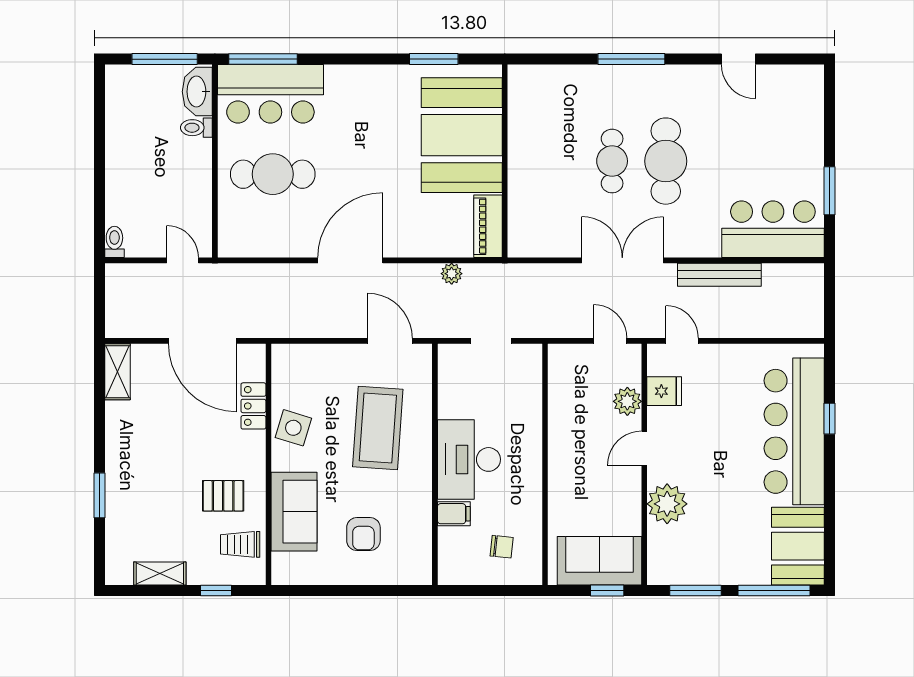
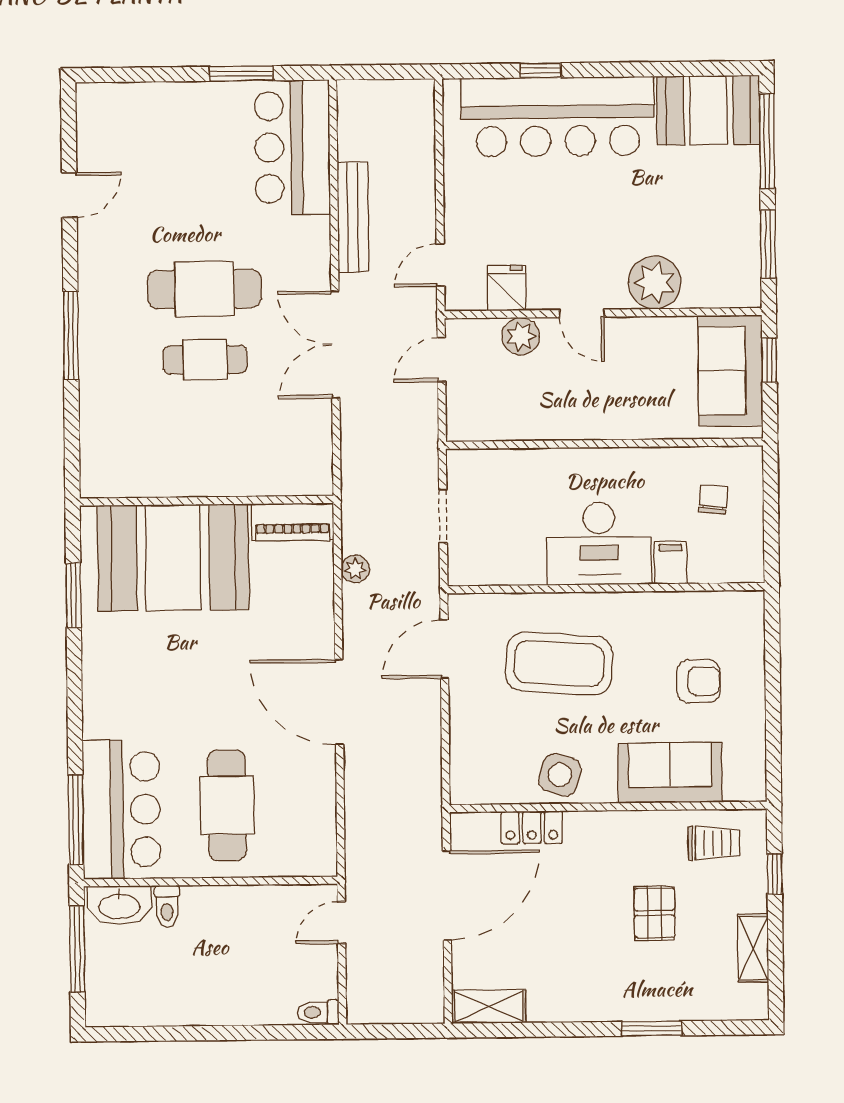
pallet: (223, 496) -> (655, 913), moved
trolley: (240, 544) -> (714, 843), turned -90

